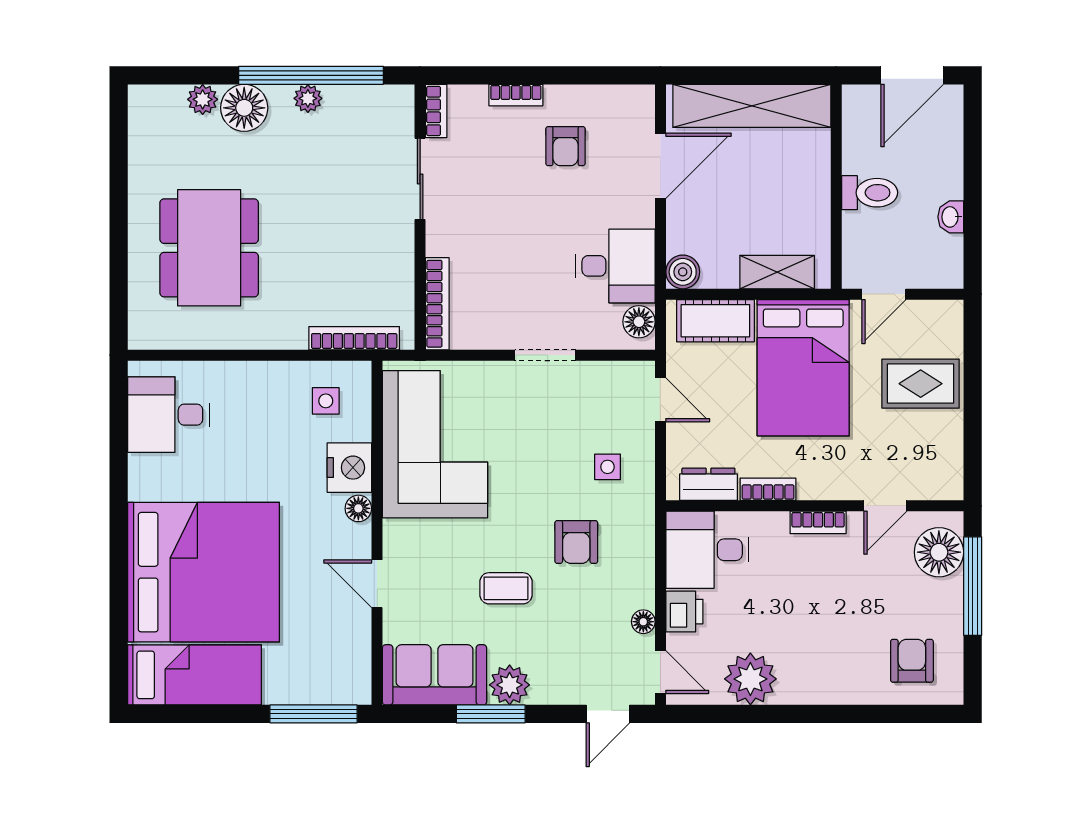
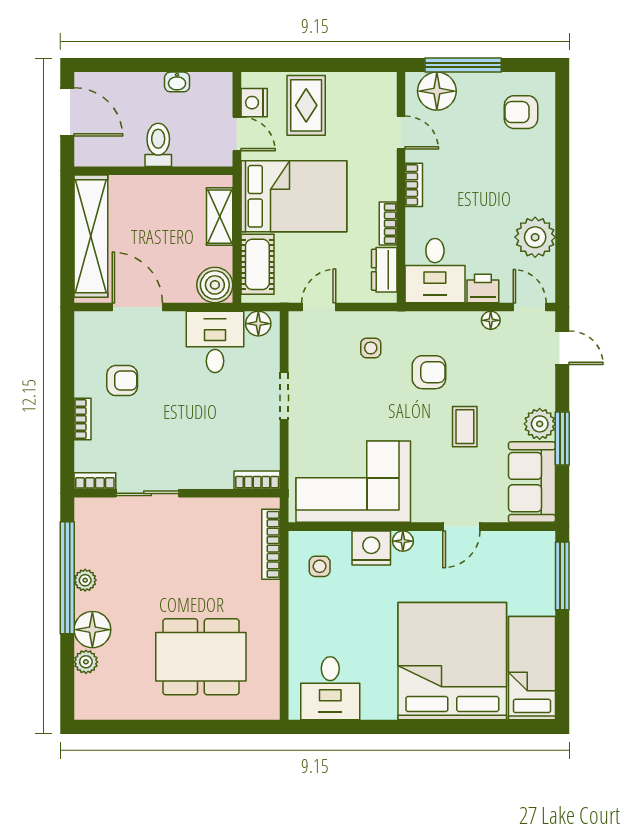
boiler: (683, 272) -> (215, 285), width x1.36, depth x1.36
bookcase: (437, 304) -> (257, 480), width x0.64
nightstand: (924, 316) -> (254, 103), added
door: (660, 672) -> (530, 307), hinge flipped

